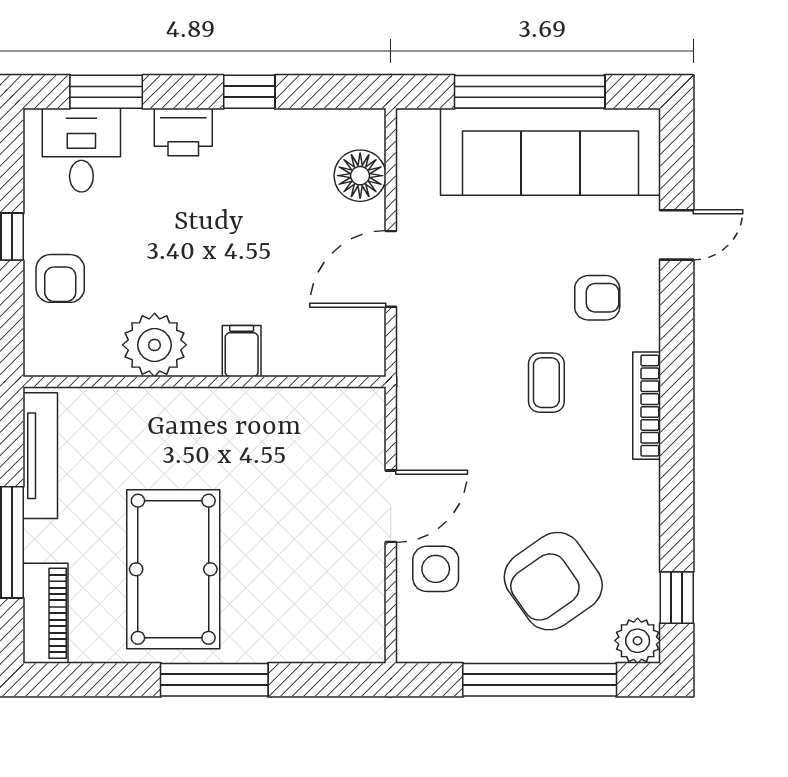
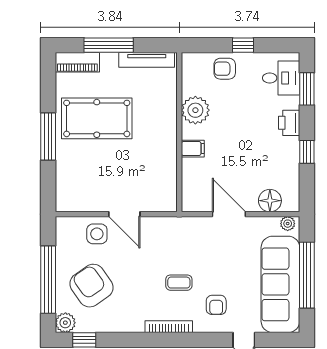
plant: (412, 135) -> (288, 224), added

